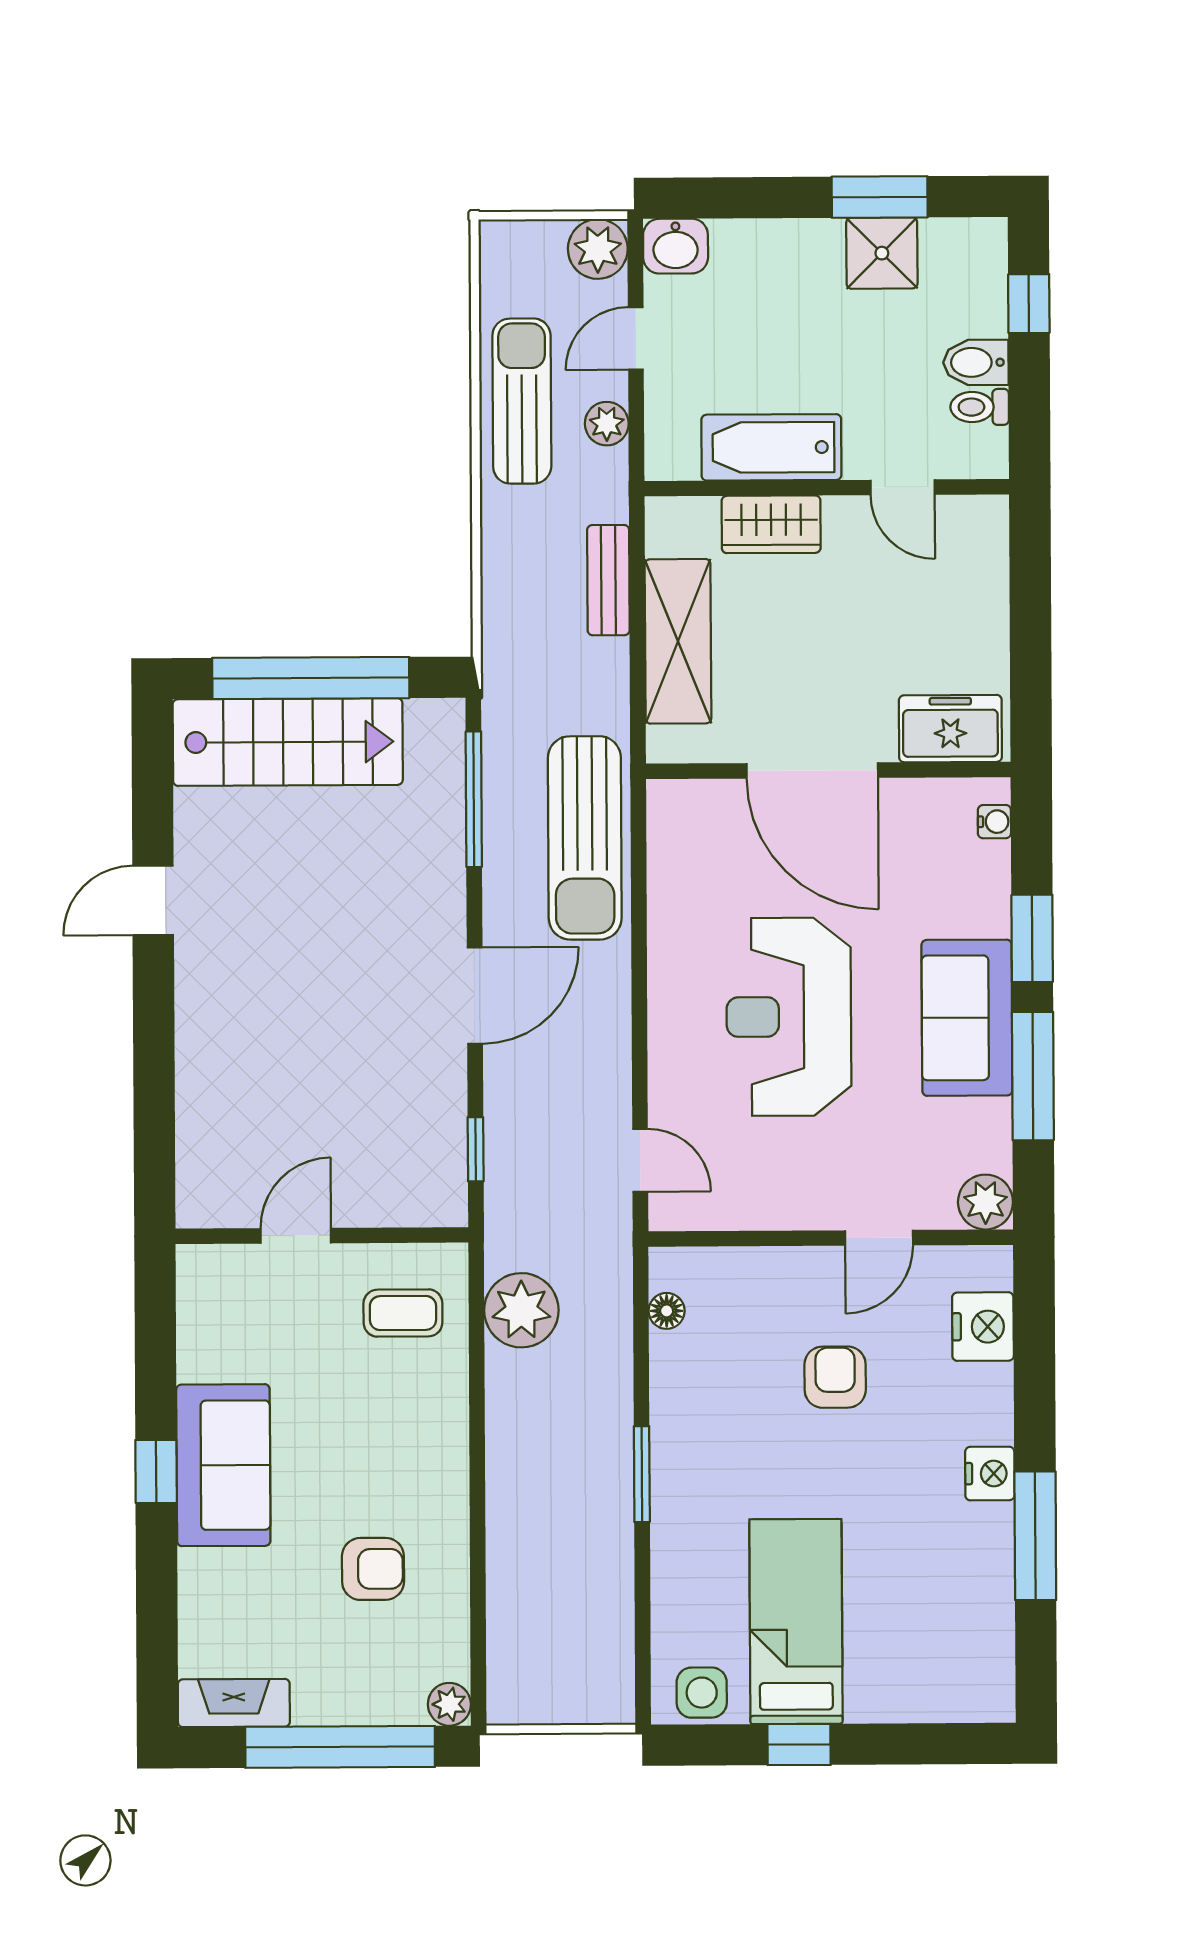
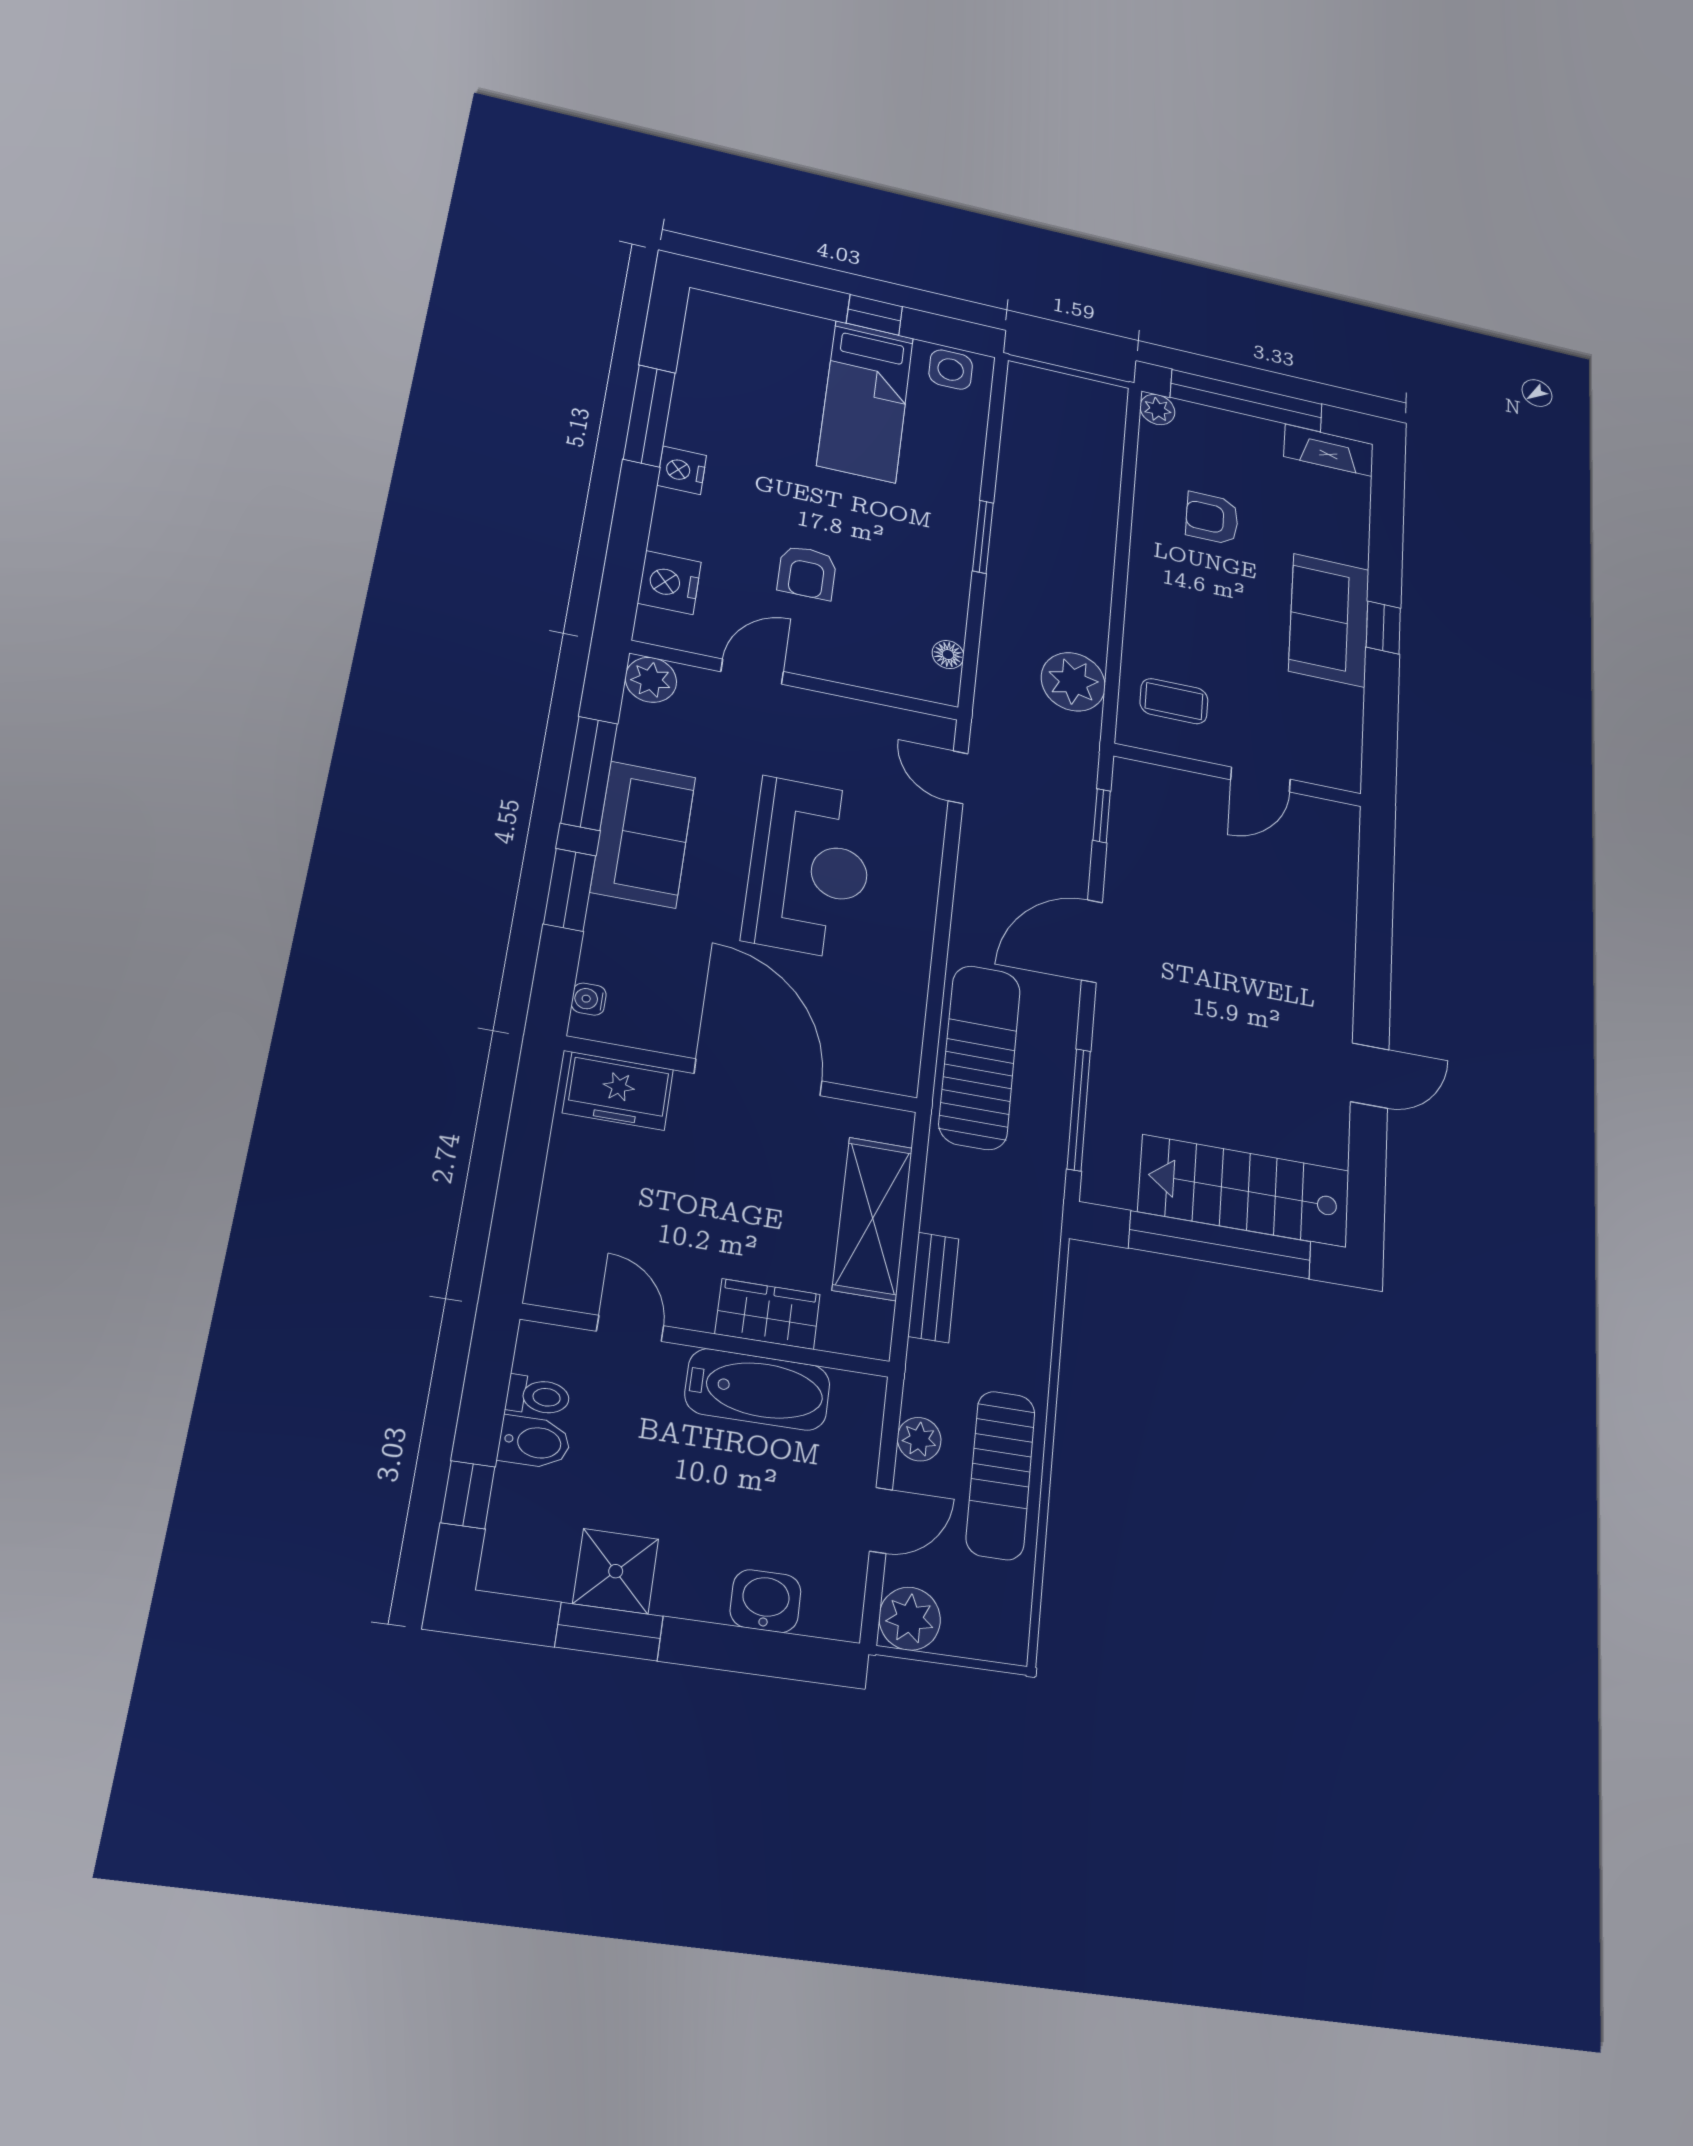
washbasin: (676, 246) -> (766, 1601), moved

